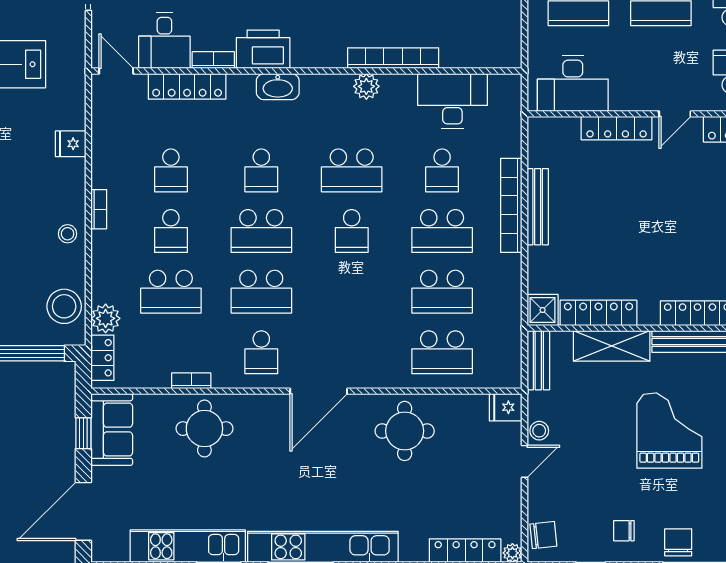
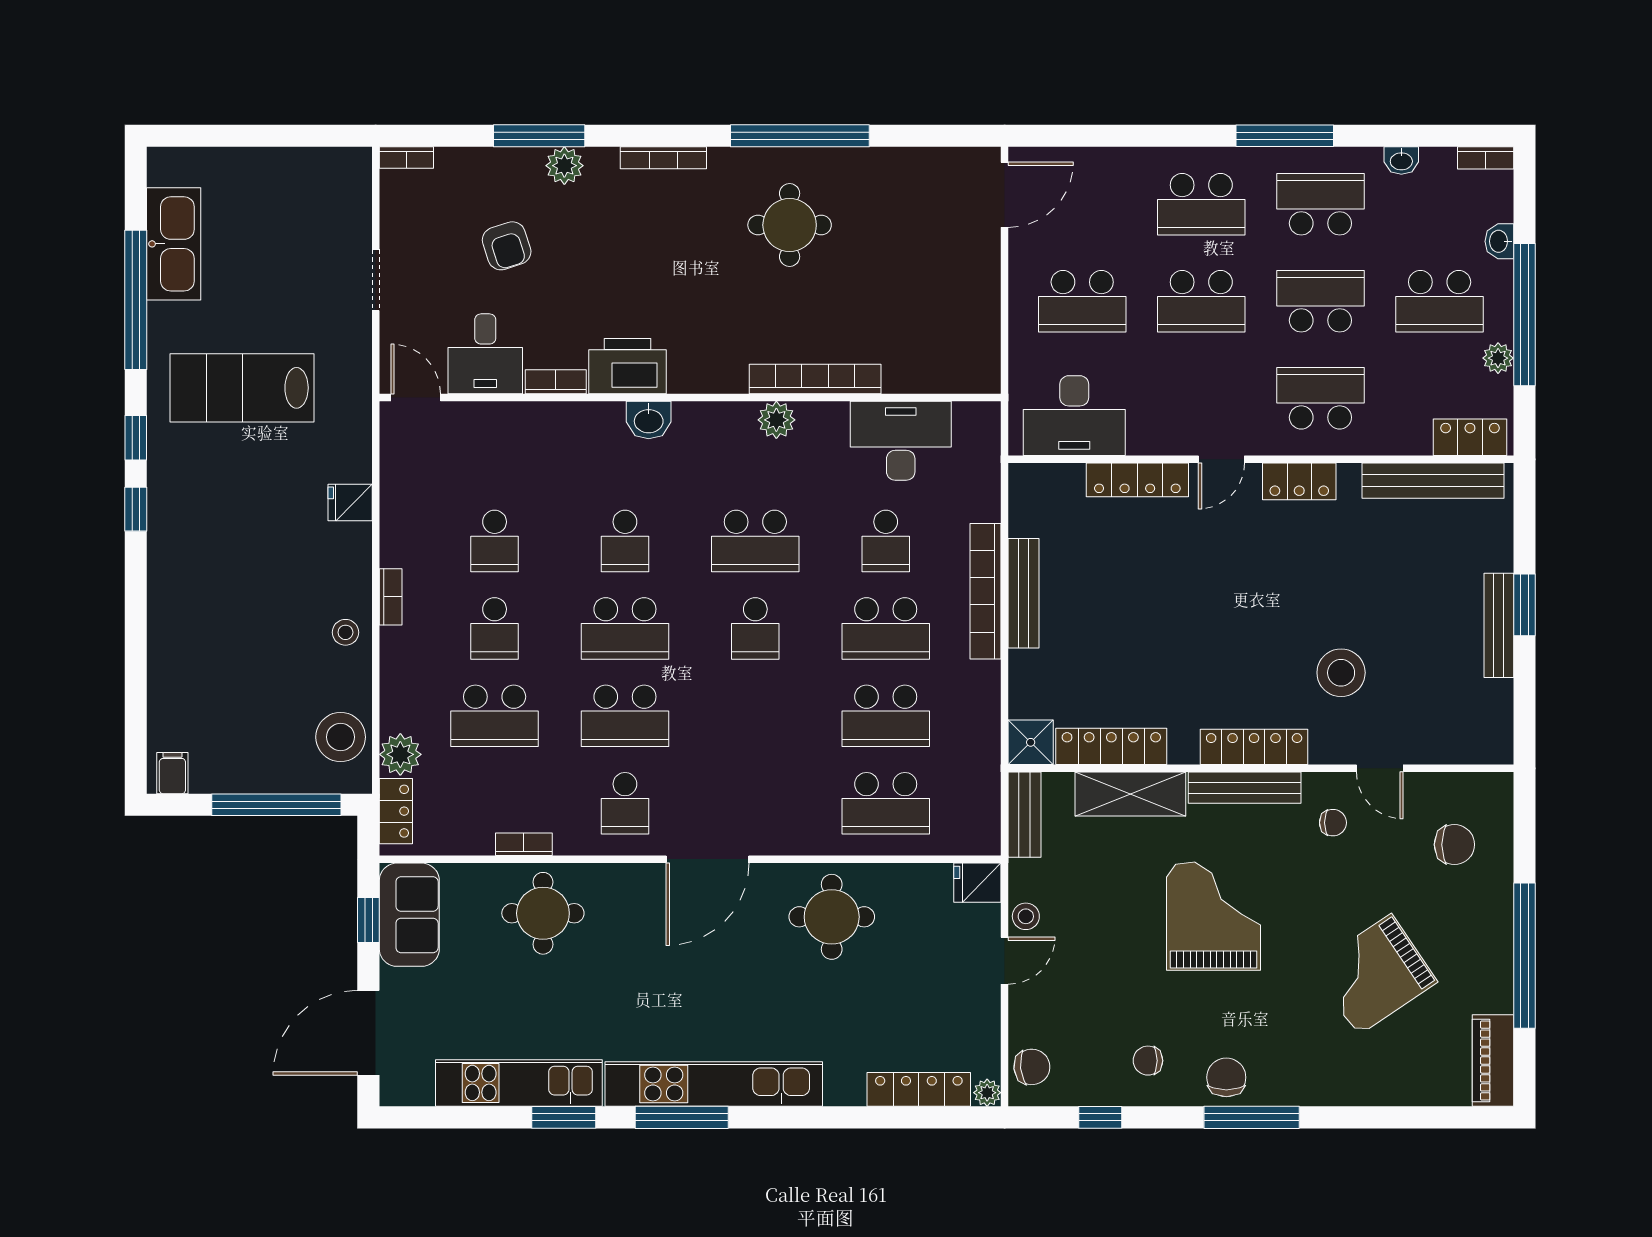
locker: (187, 86) -> (518, 420), removed
washbasin: (278, 87) -> (649, 420), width x0.72

